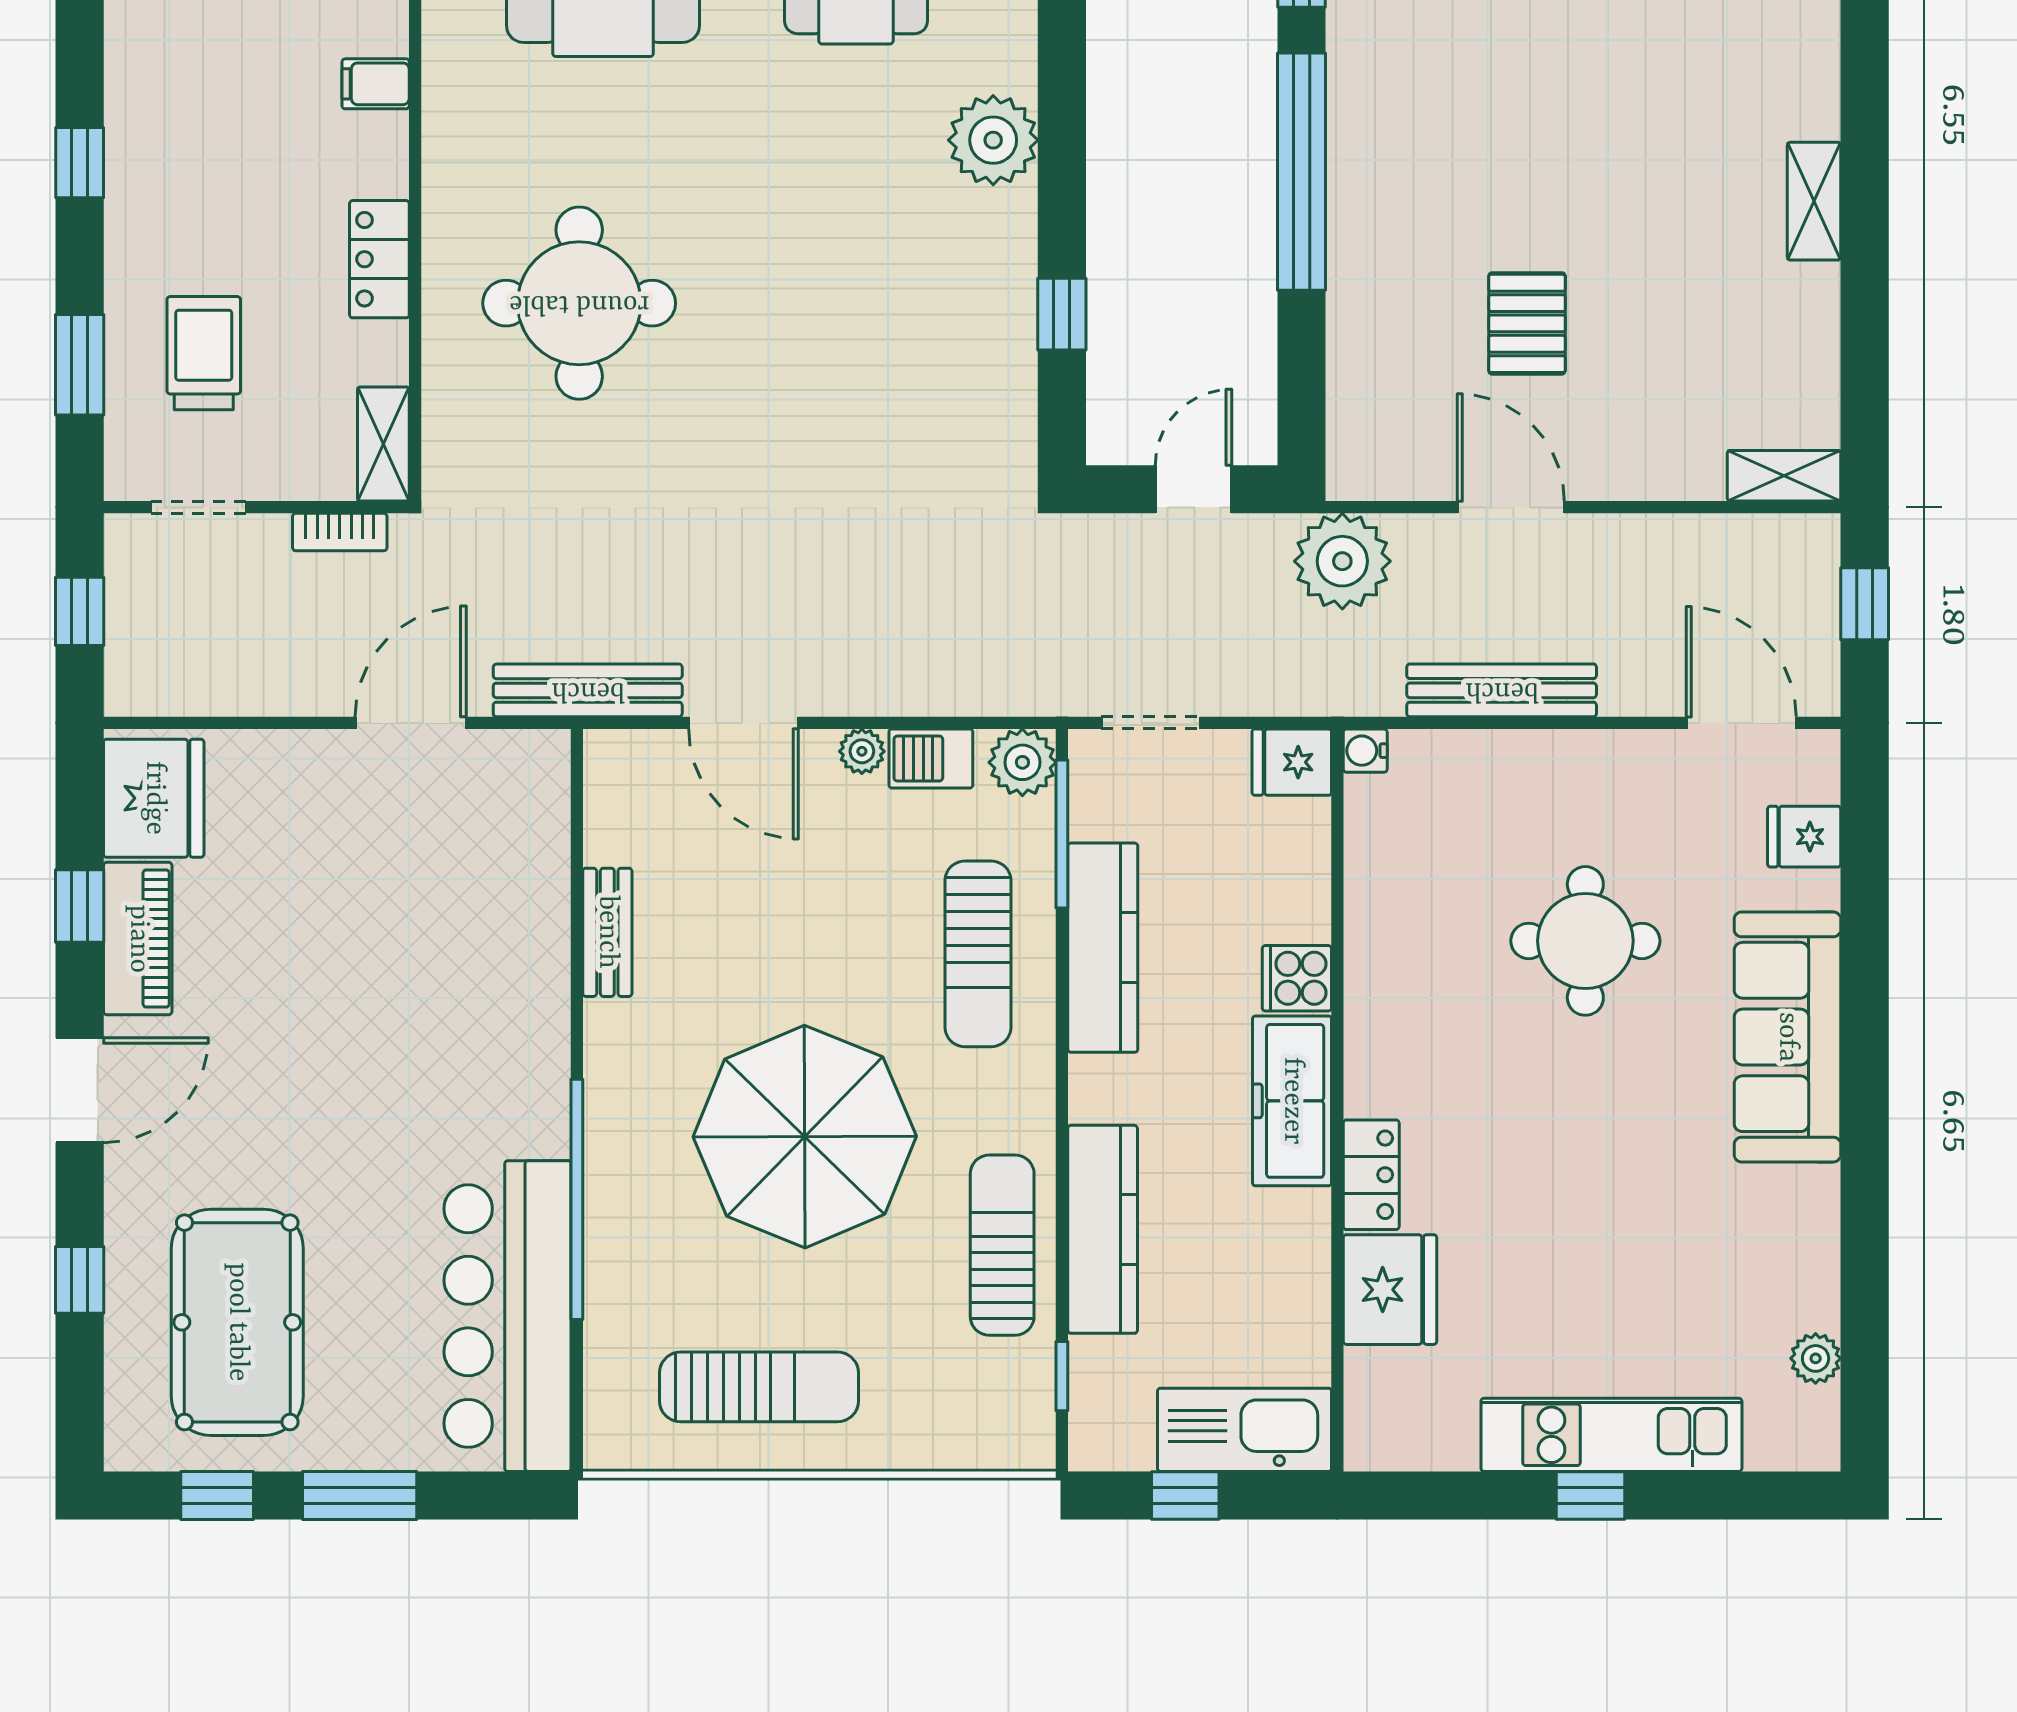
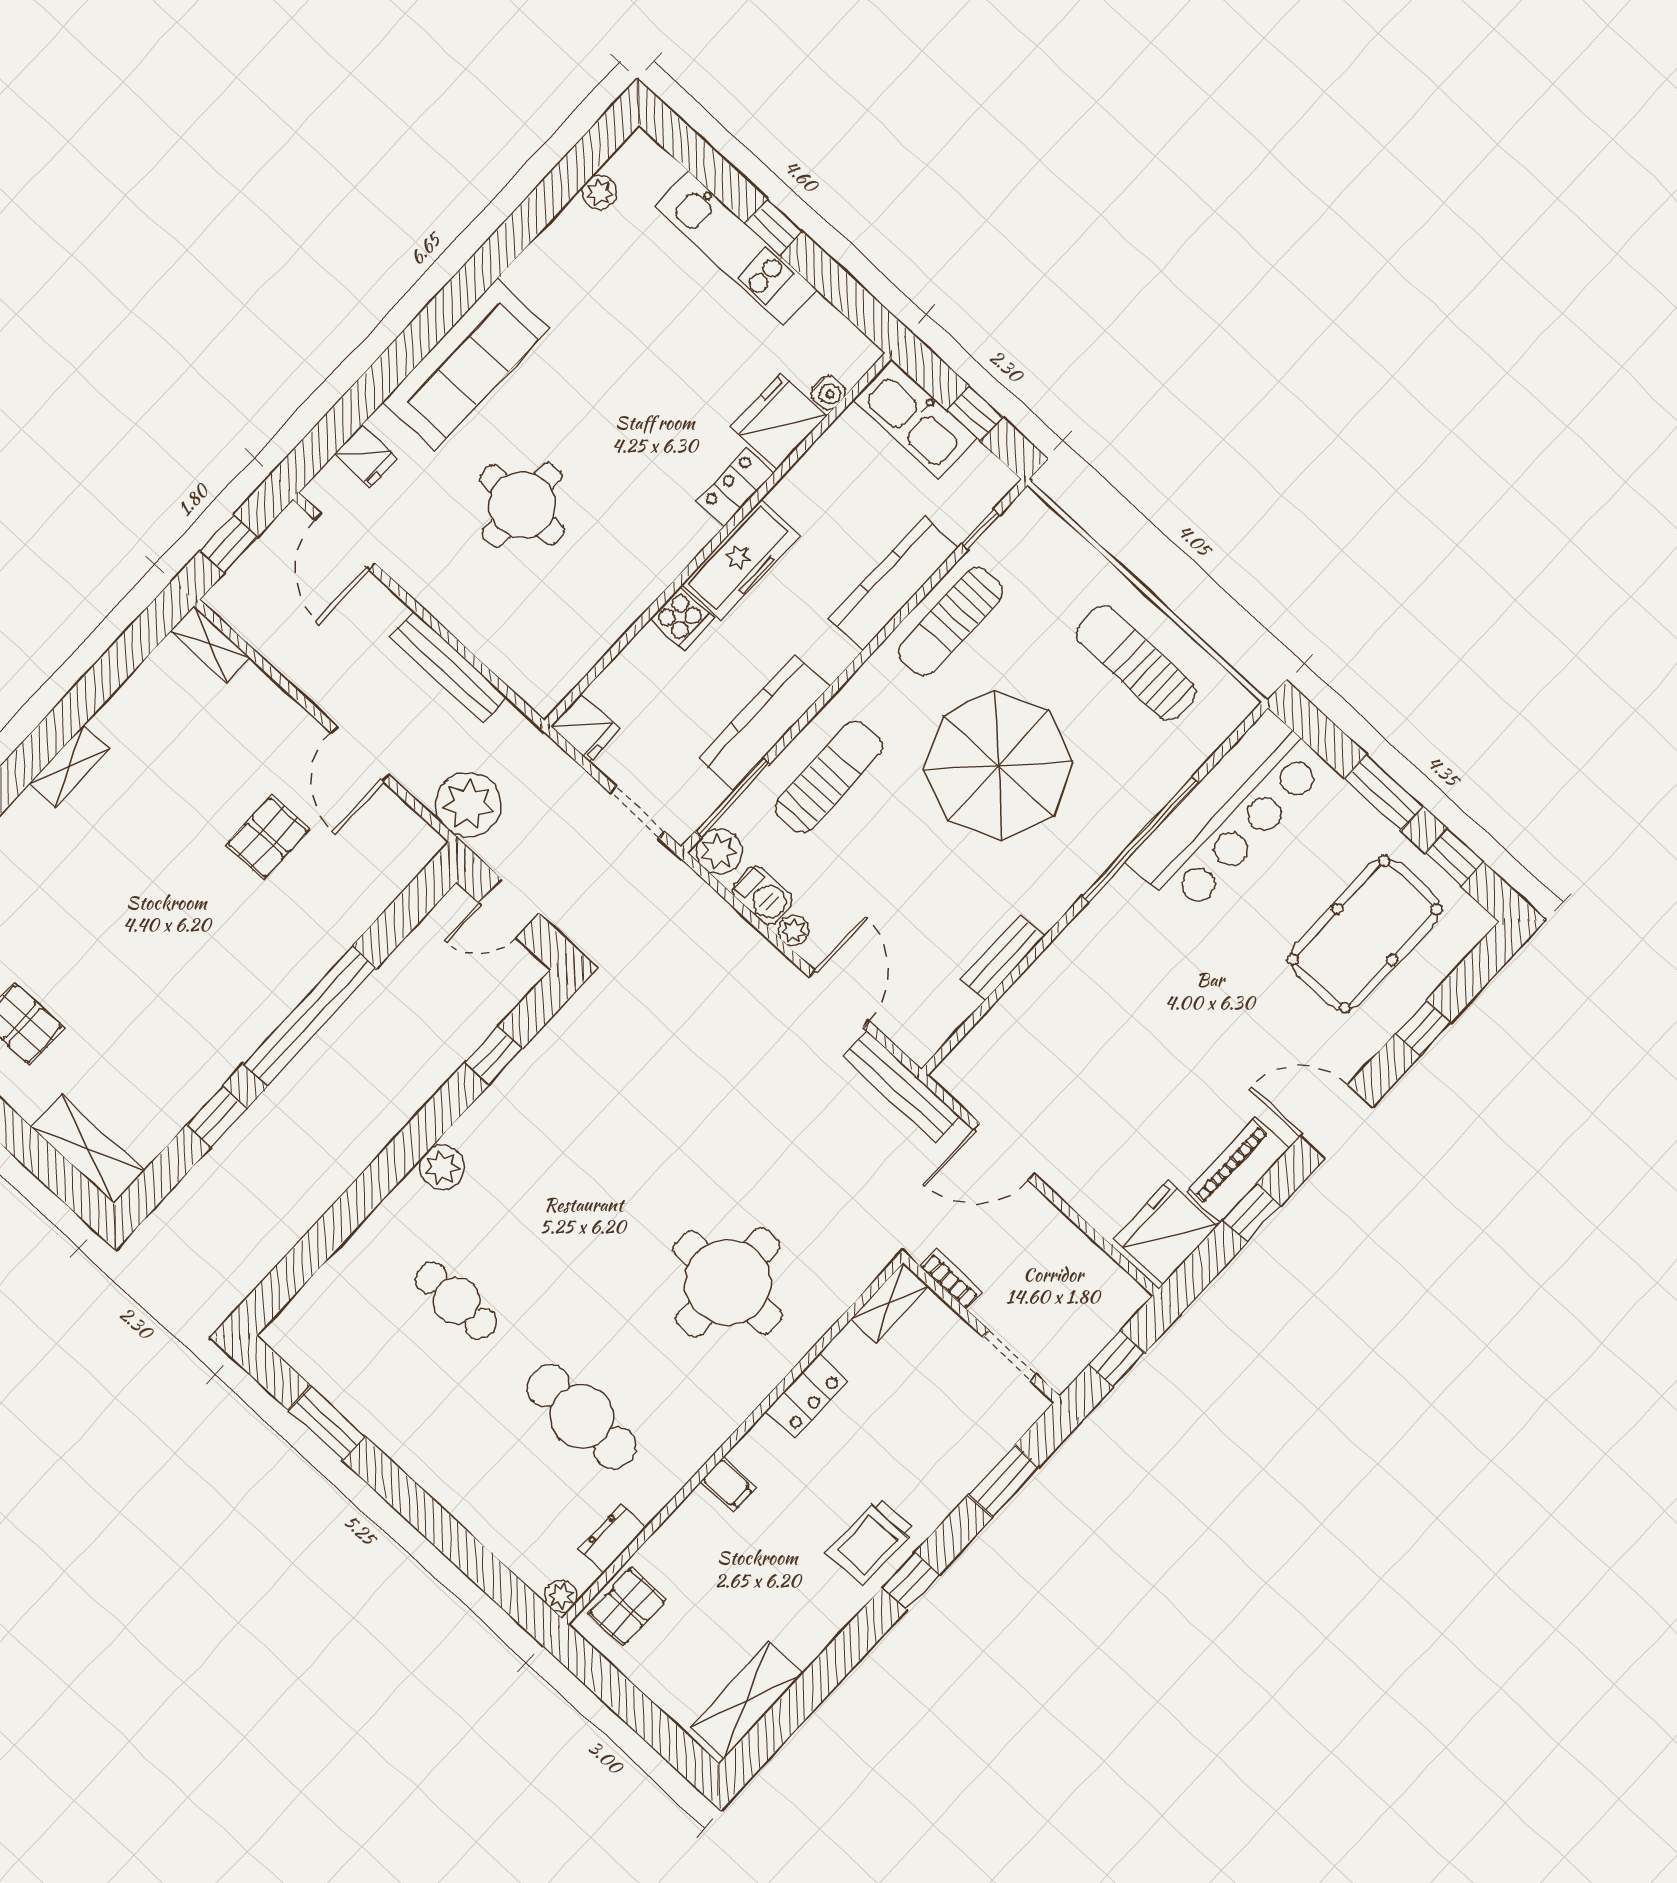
plant: (993, 140) -> (442, 1168), width x0.73, depth x0.73
trolley: (204, 353) -> (871, 1541), moved
water cooler: (1365, 751) -> (828, 393), moved

